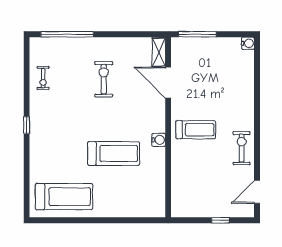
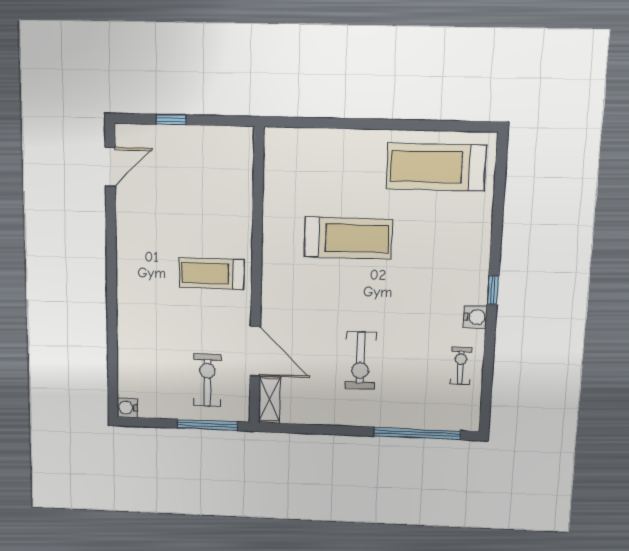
water cooler: (159, 140) -> (475, 317), moved, turned 180
exercise bike: (242, 148) -> (207, 380), moved, turned 180
treadmill: (114, 153) -> (348, 238), turned 180

